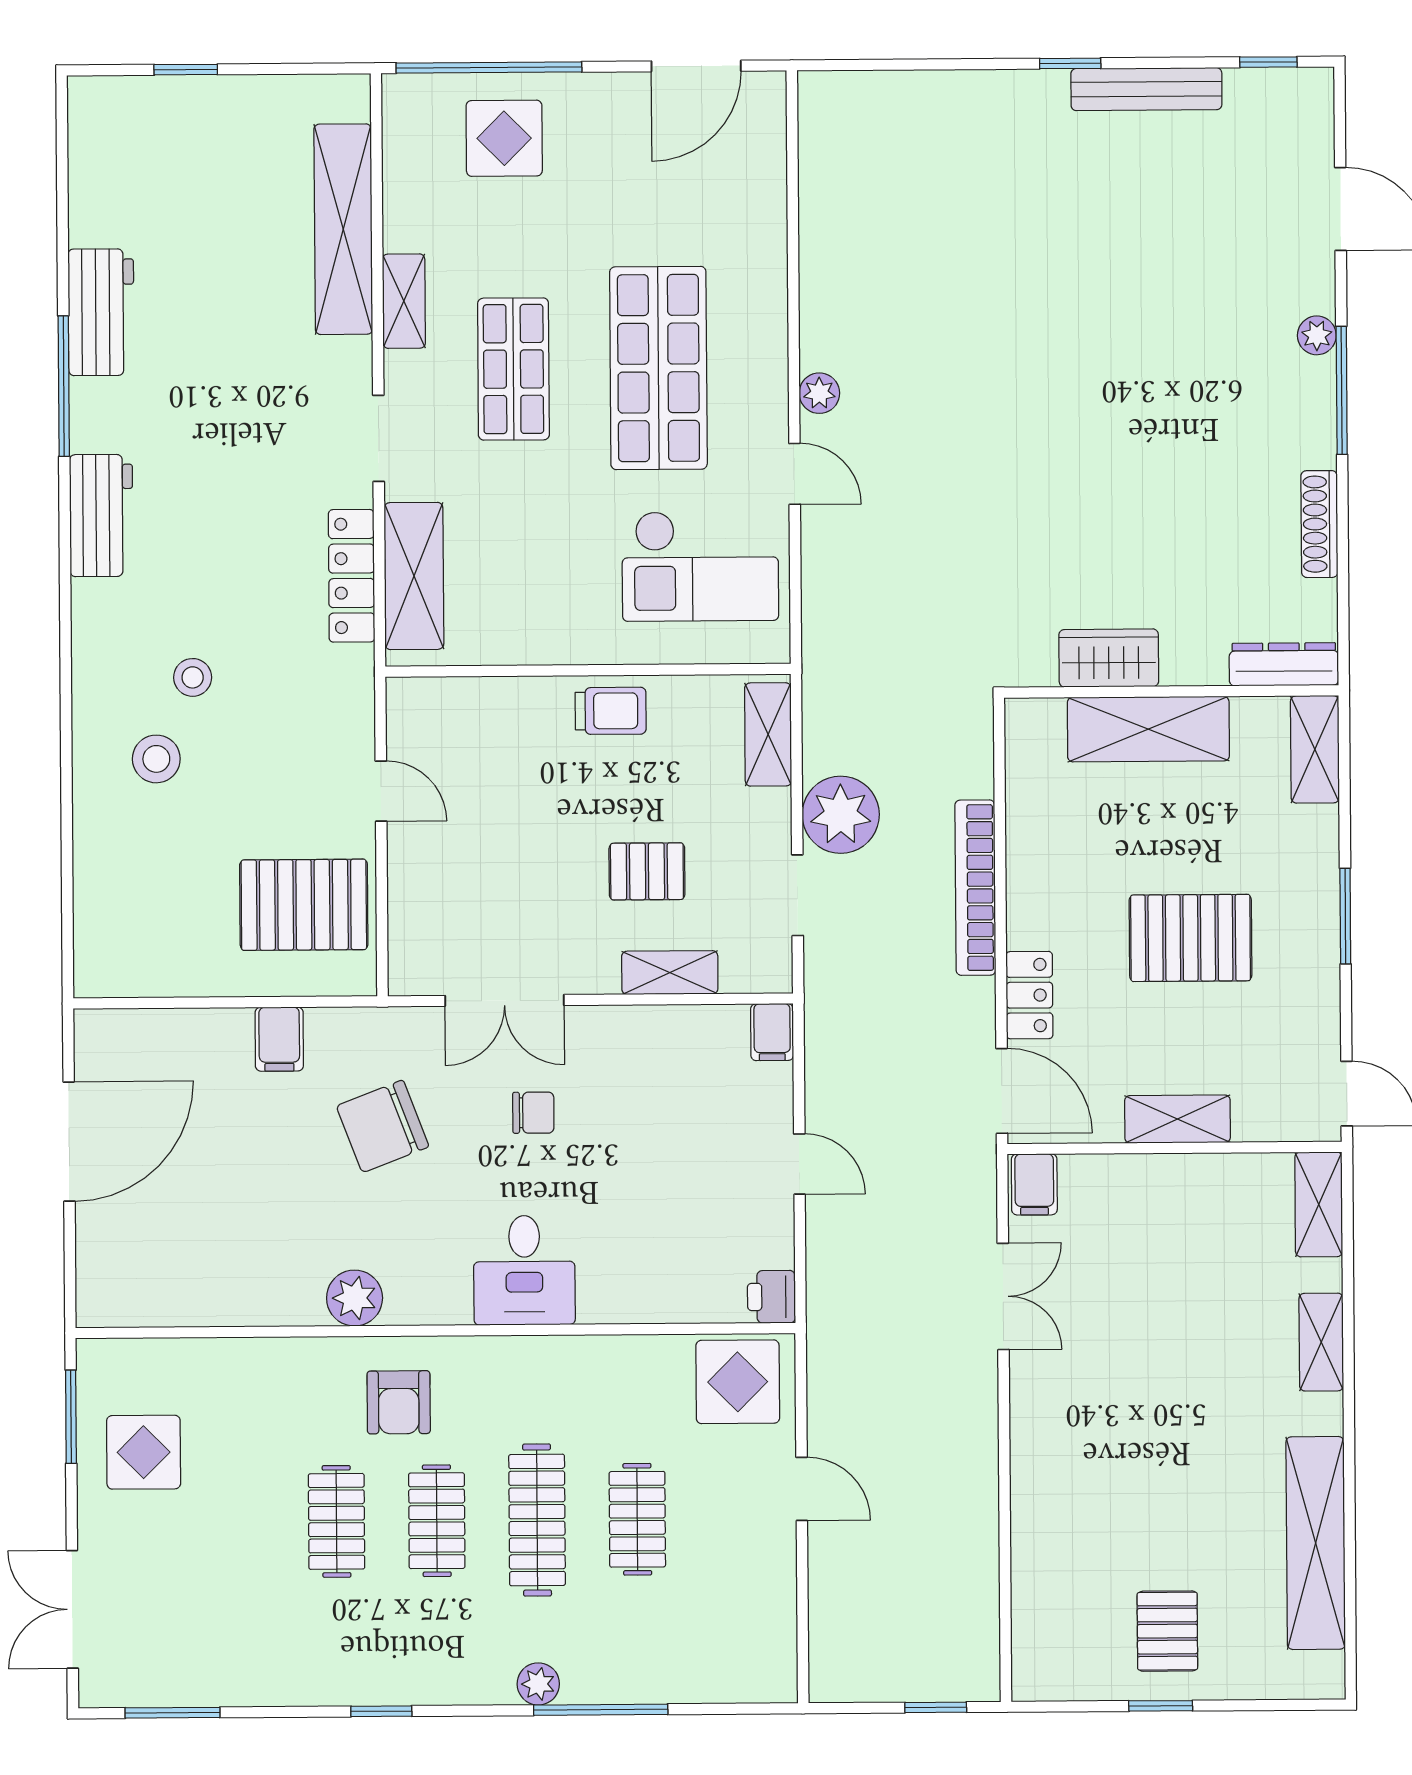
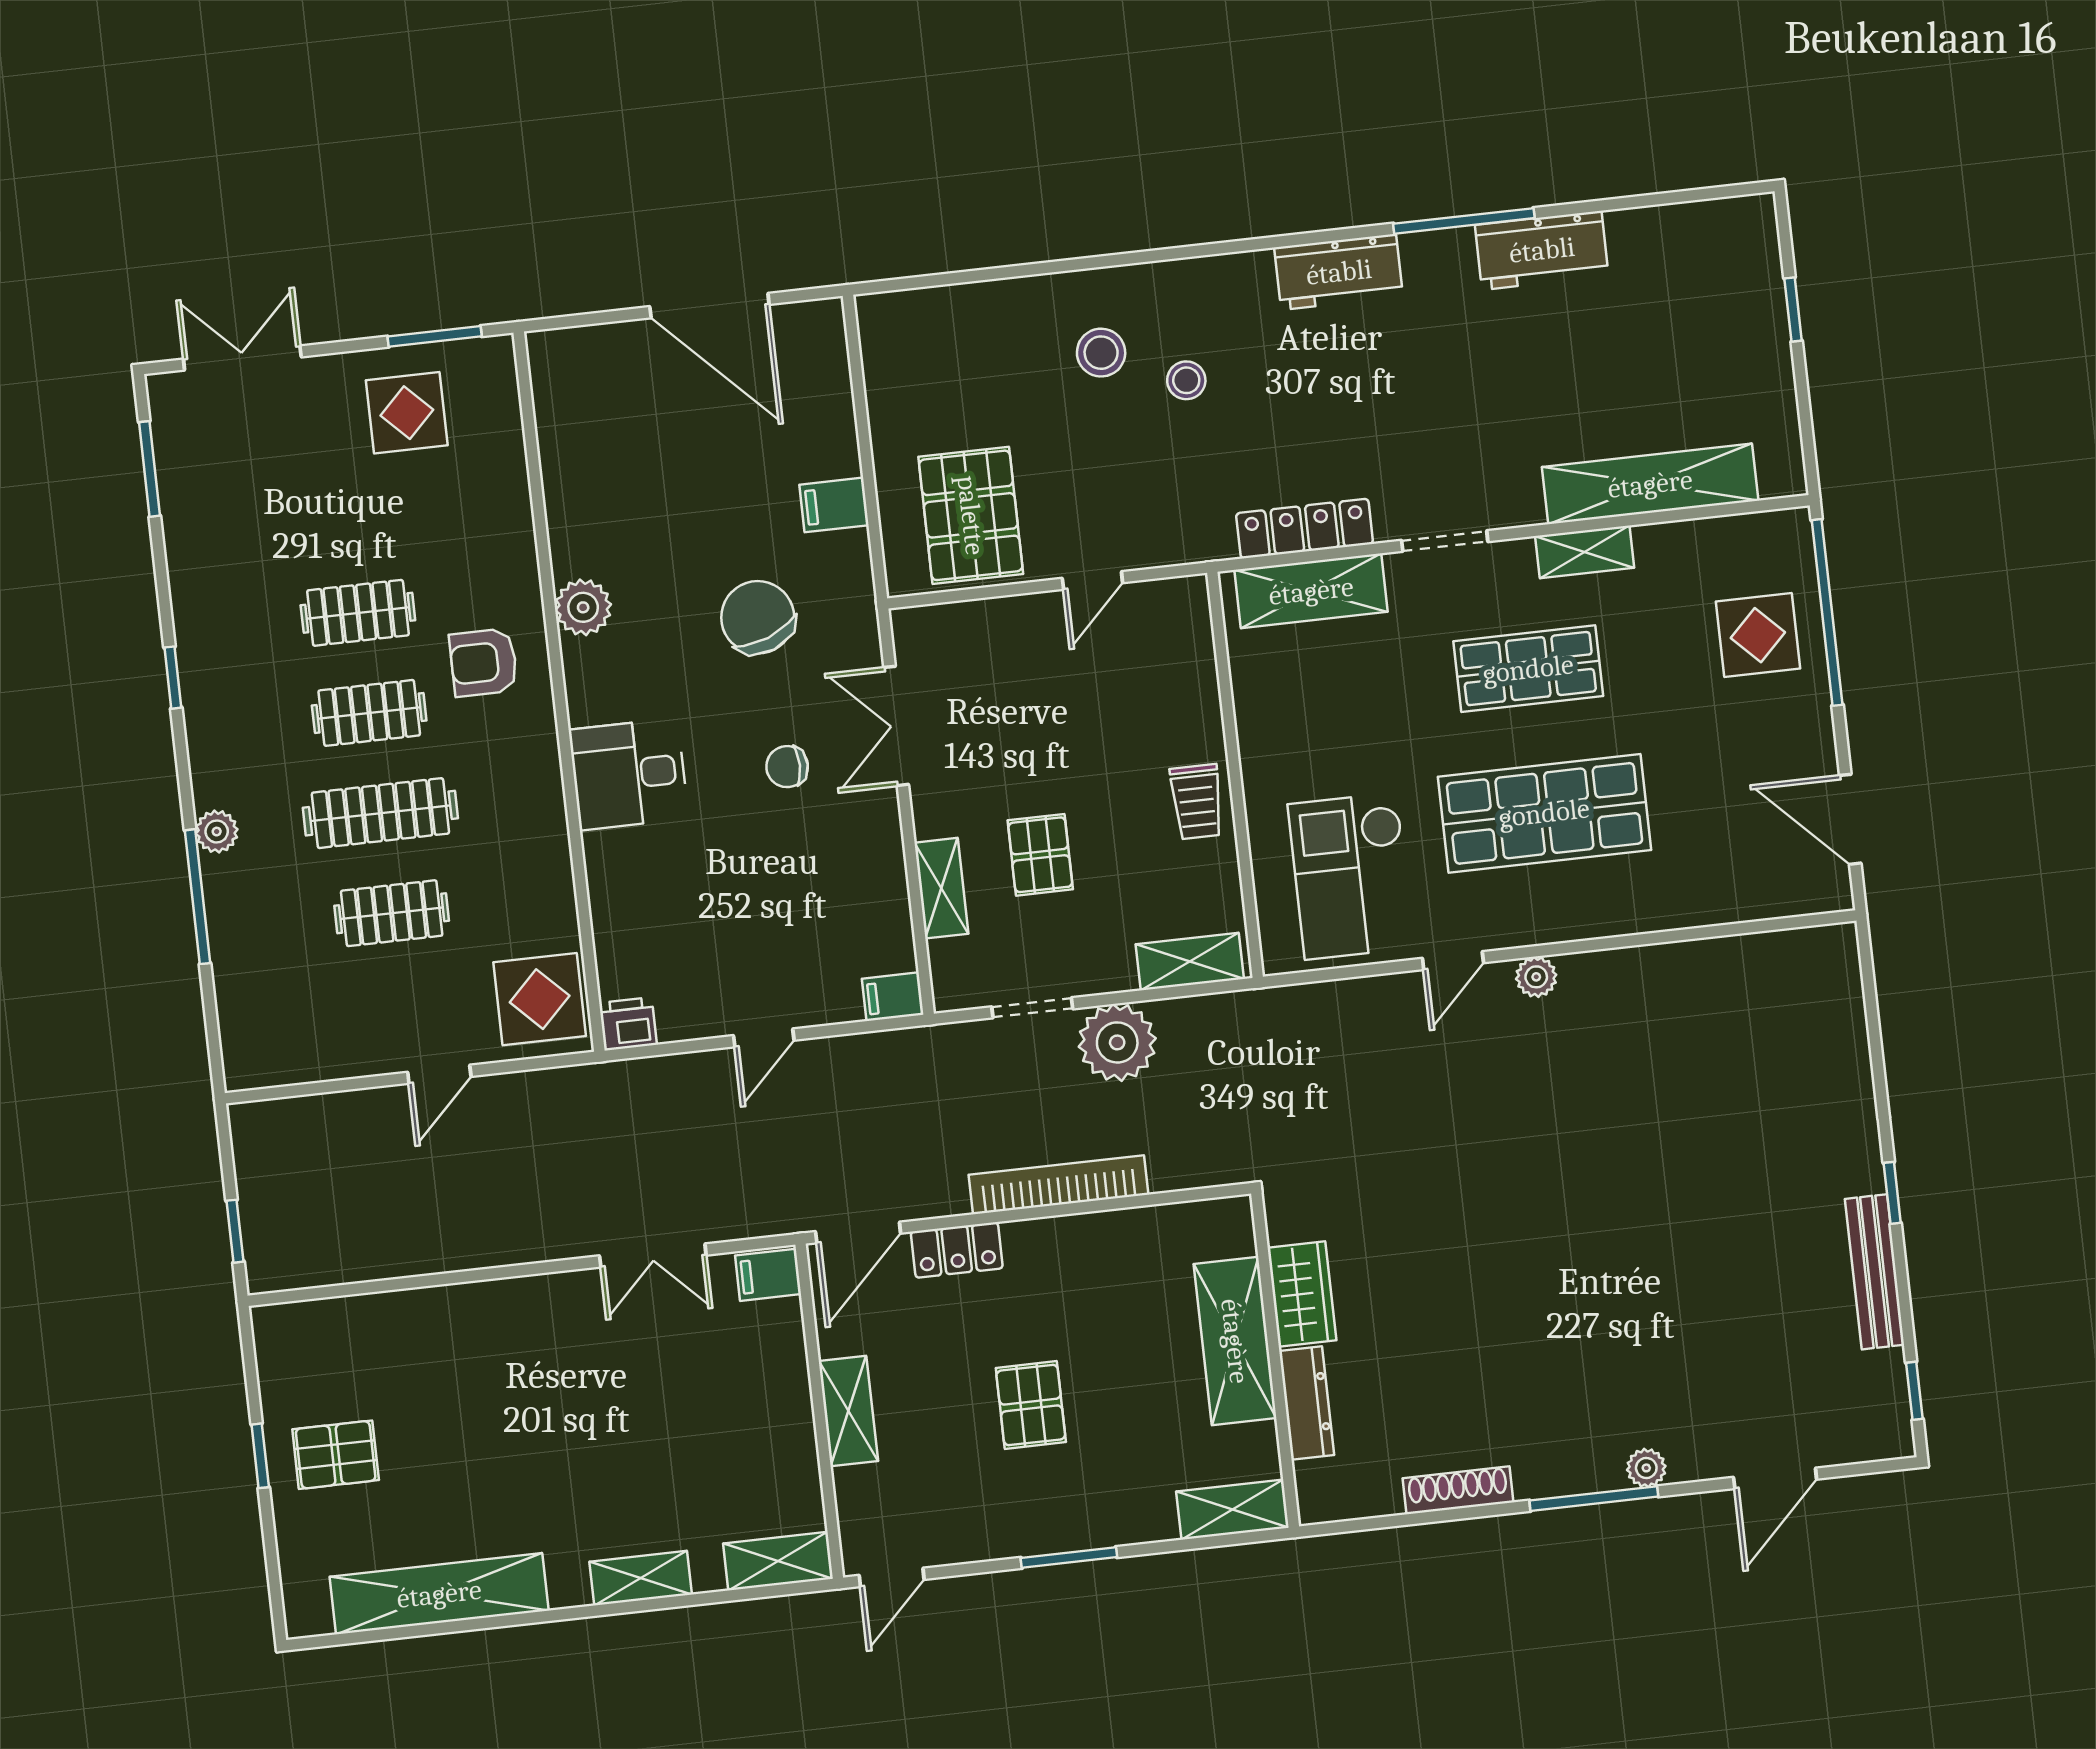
dresser: (1284, 664) -> (1307, 1403), moved
pallet: (1190, 938) -> (1031, 1405), width x0.67, depth x0.71
chair: (533, 1113) -> (787, 767), turned 90

